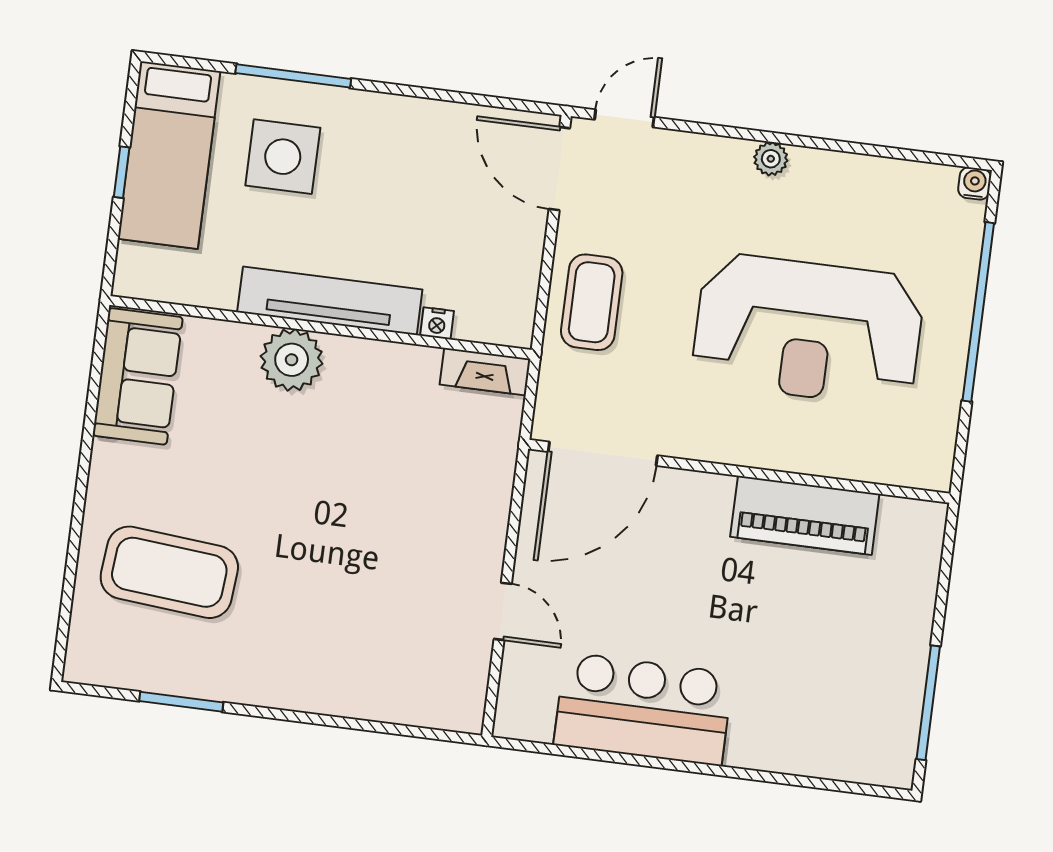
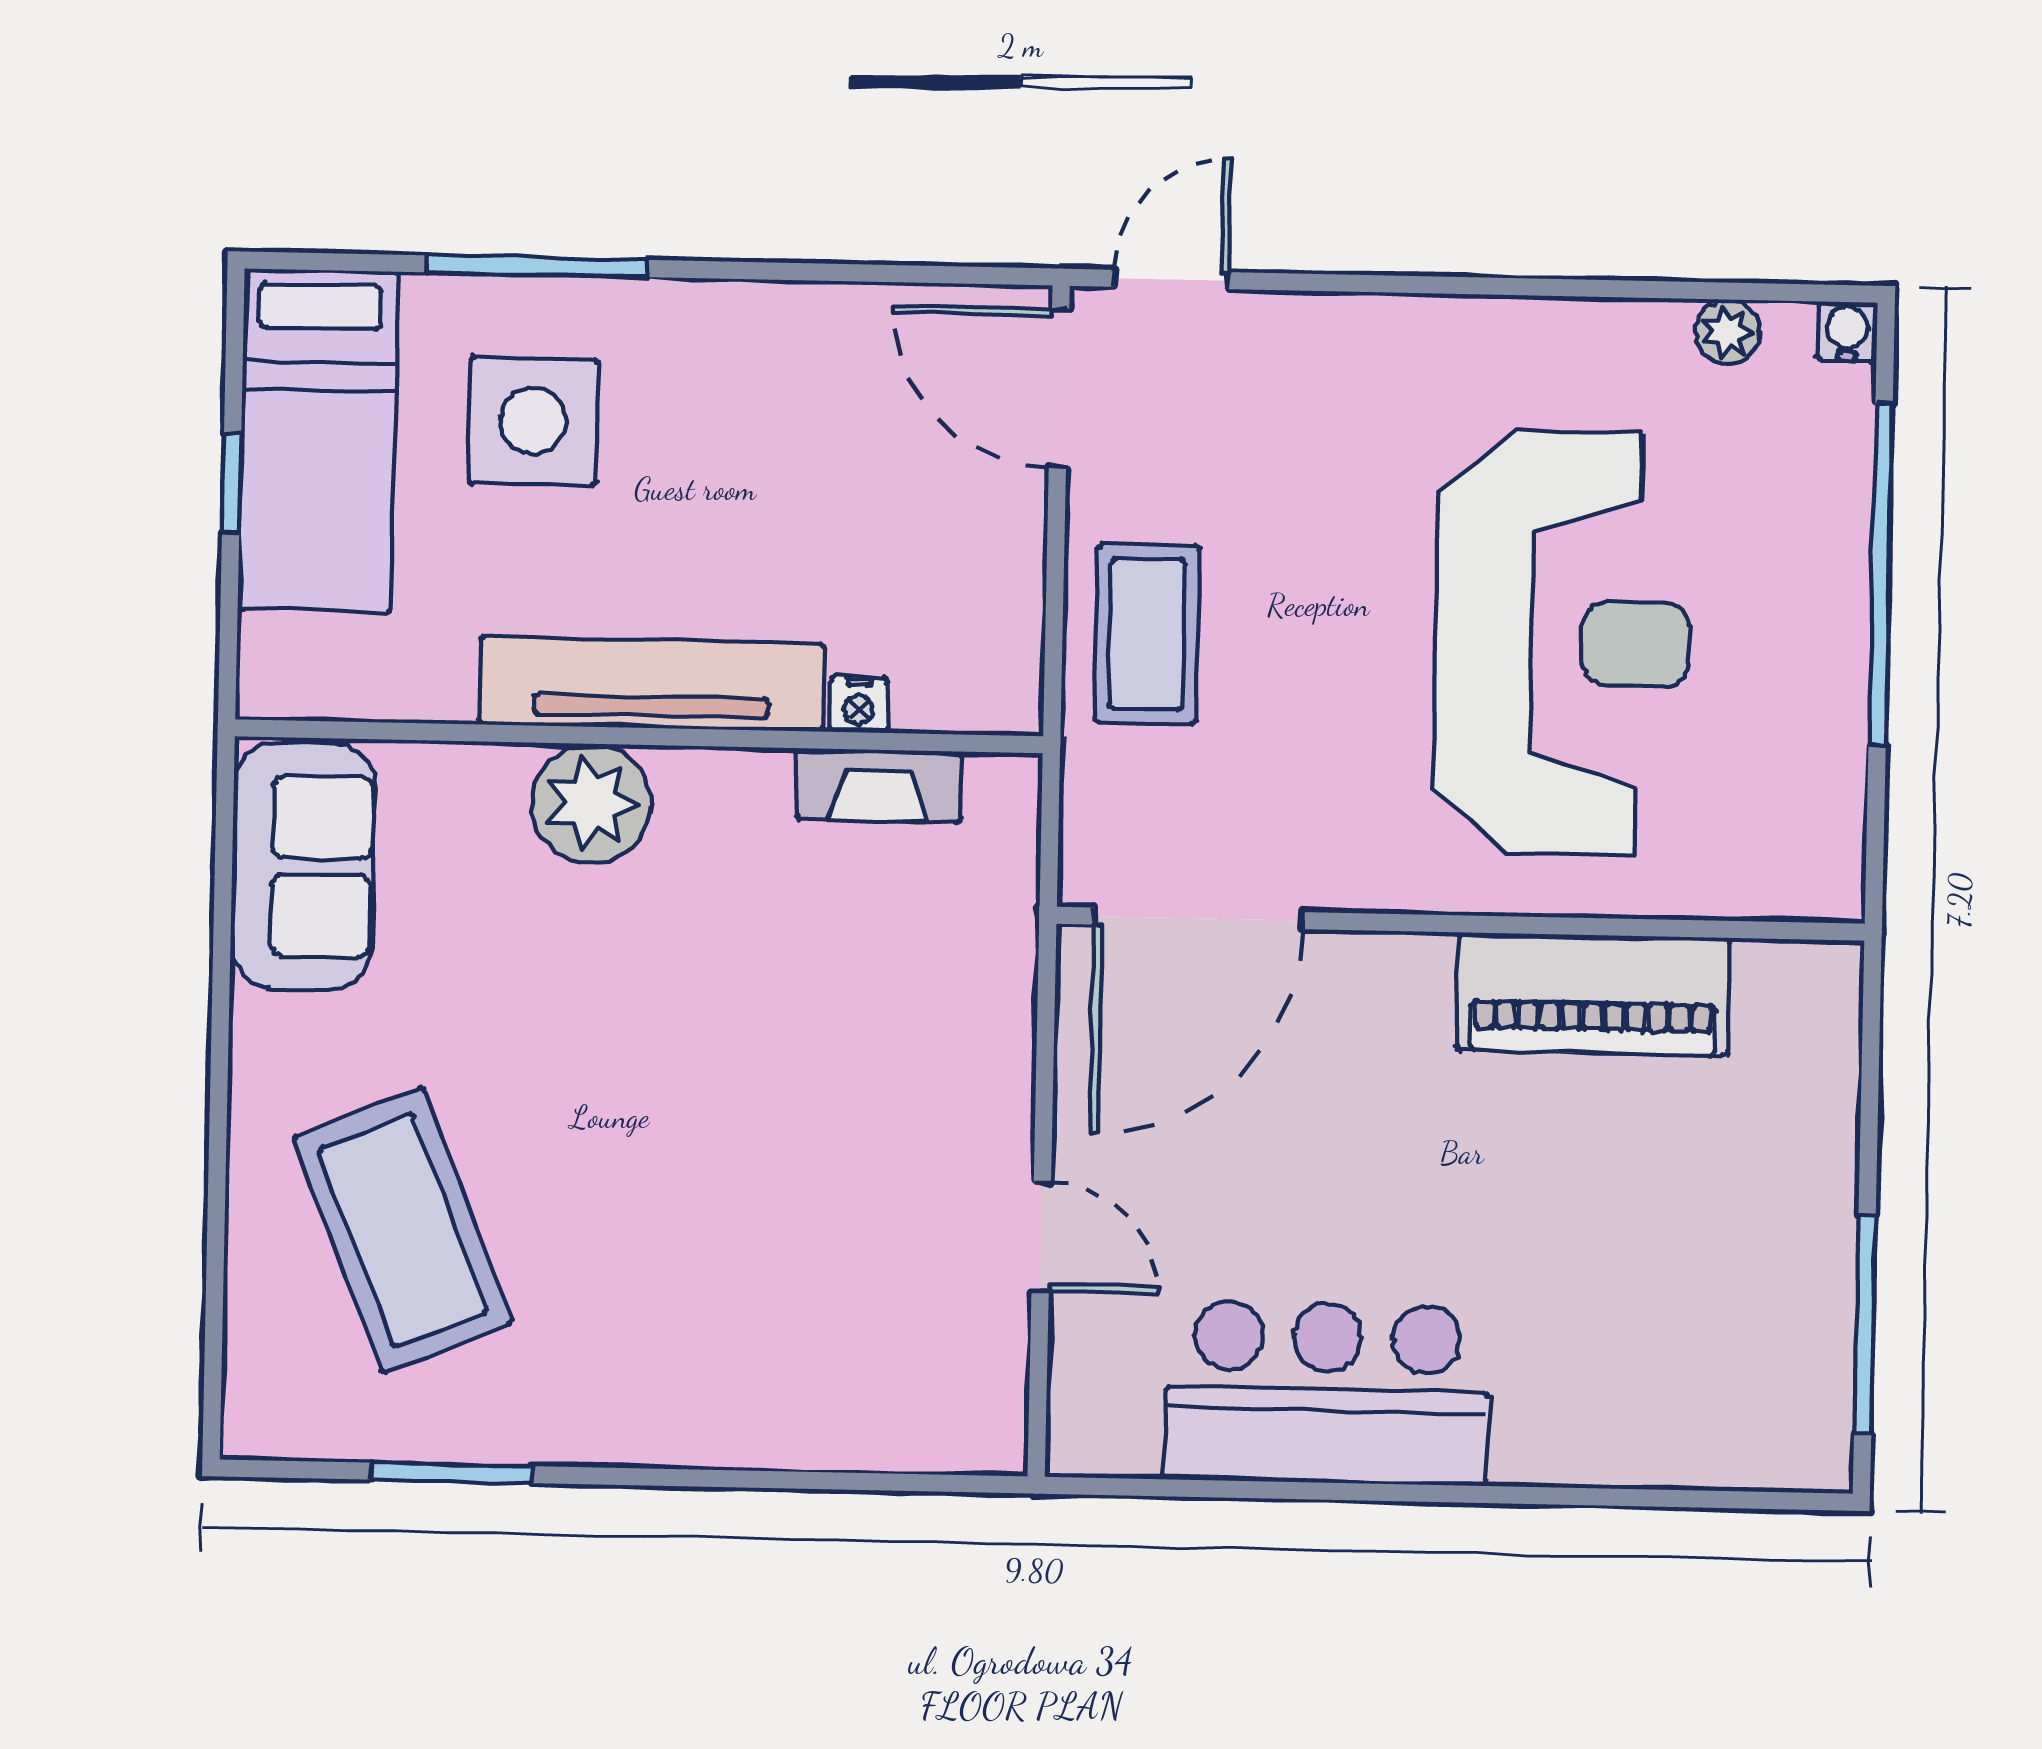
plant: (771, 159) -> (1727, 332), moved
reception desk: (808, 330) -> (1562, 642), turned -90
fireplace: (485, 372) -> (879, 785), moved
coffee table: (169, 572) -> (403, 1230), turned 63

